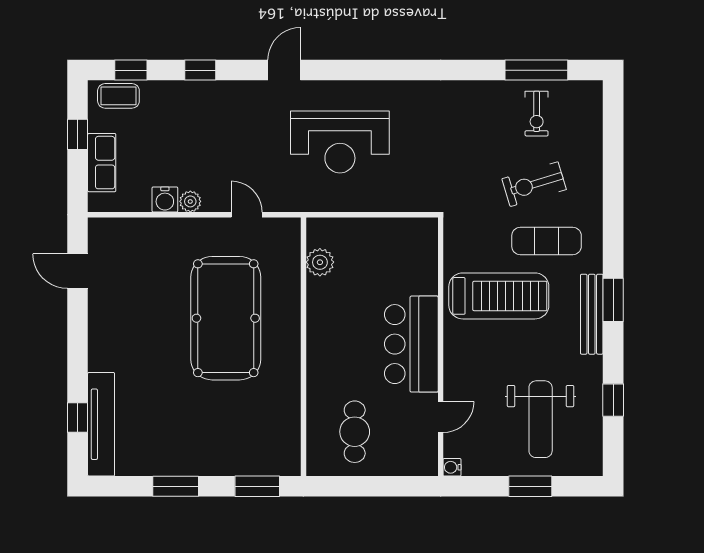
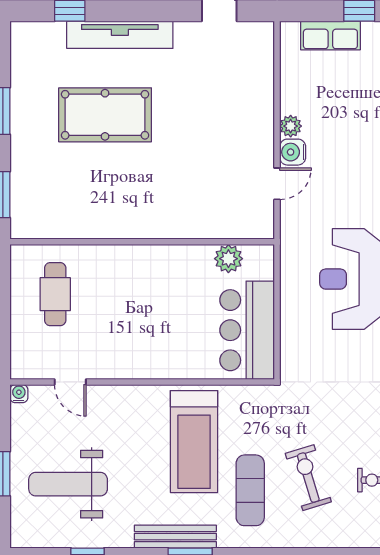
water cooler: (165, 199) -> (293, 152), moved
pool table: (226, 318) -> (105, 115), moved, width x0.73, depth x0.76
bar counter: (411, 344) -> (247, 330), moved, turned -90
tv unit: (101, 424) -> (120, 35), moved
cafe table: (355, 432) -> (55, 294), turned 90

